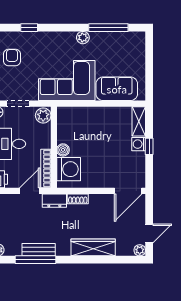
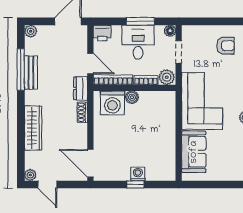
shelving: (139, 121) -> (161, 174), removed
bookcase: (46, 136) -> (146, 80), added

